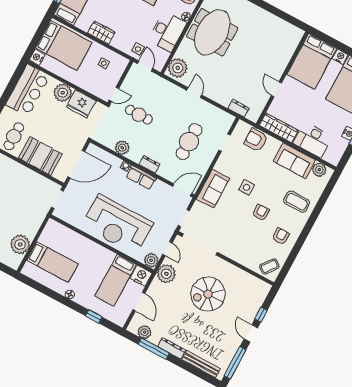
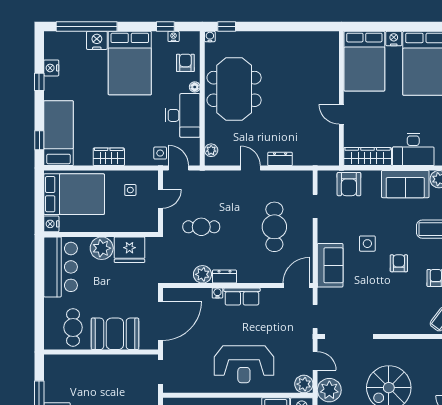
plant: (178, 68) -> (211, 150), width x0.53, depth x0.53
door: (114, 94) -> (161, 199), moved
dresser: (239, 108) -> (280, 159), moved
armchair: (256, 140) -> (349, 184), turned -90
dresser: (149, 164) -> (225, 277), moved
reception desk: (117, 225) -> (244, 364), width x0.74, depth x0.77

